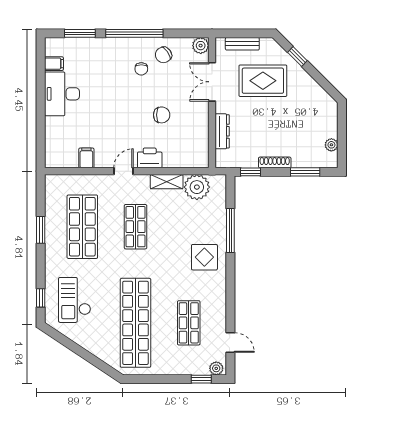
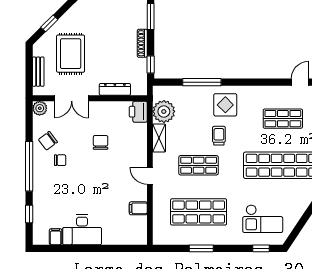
window: (80, 33) -> (29, 214), width x0.67
chair: (163, 55) -> (48, 141), turned 88
printer: (150, 158) -> (138, 112), moved
trolley: (169, 250) -> (219, 136), added

